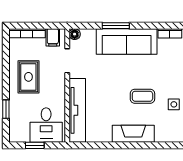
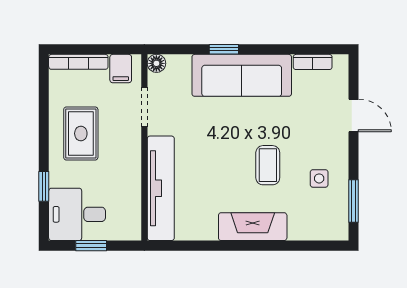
window: (116, 26) -> (224, 49), width x0.67
coffee table: (142, 96) -> (268, 165), turned 90
desk: (46, 125) -> (77, 214), moved, turned 90

